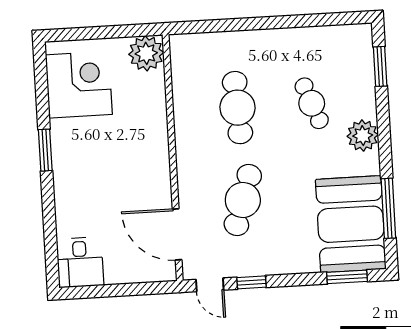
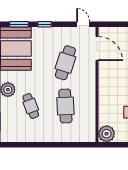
window: (251, 282) -> (45, 24), moved

